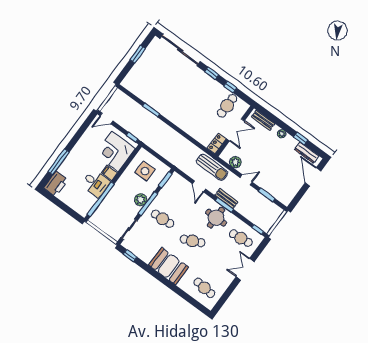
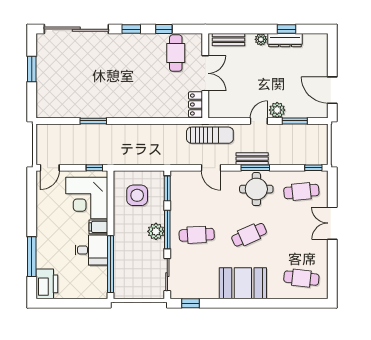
dresser: (307, 153) -> (285, 40), moved
plant: (235, 162) -> (277, 110), moved
door: (313, 177) -> (332, 90), moved

